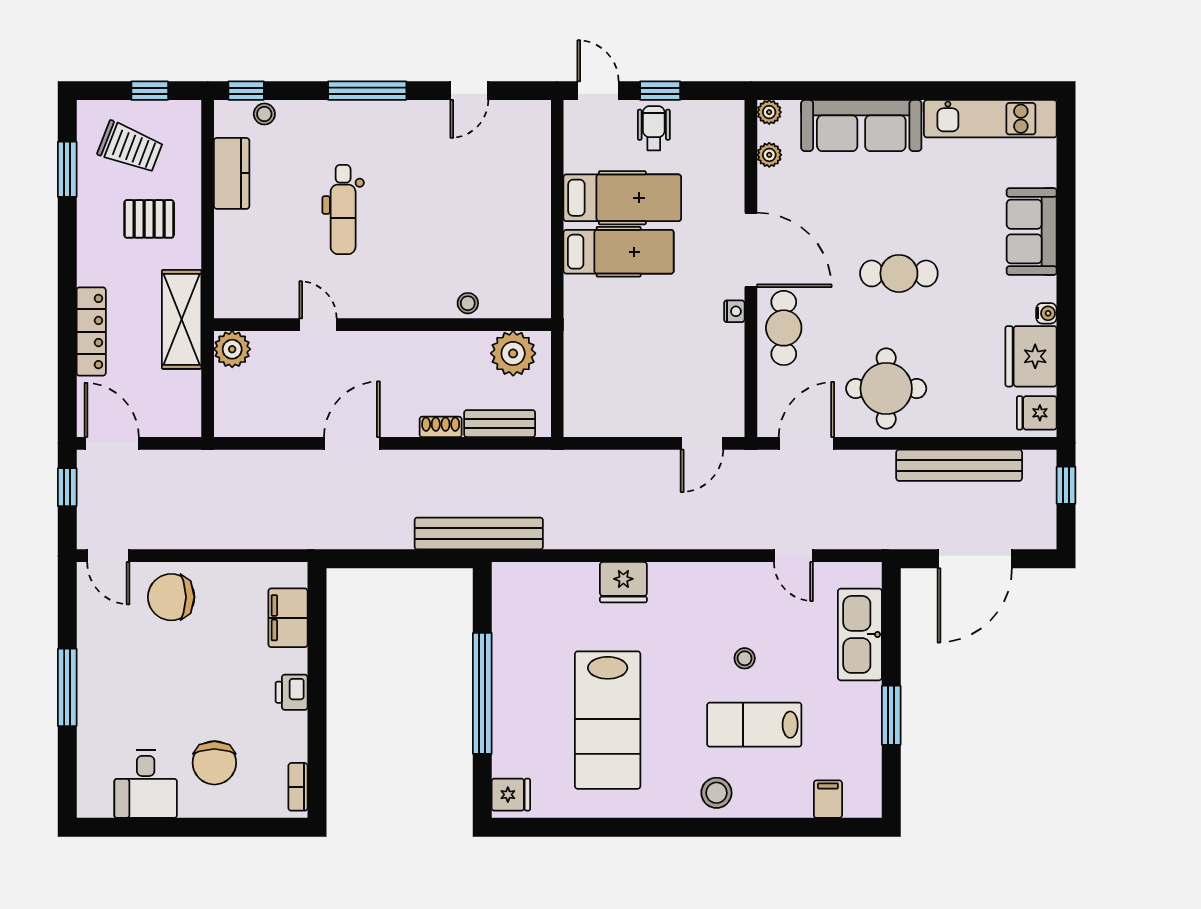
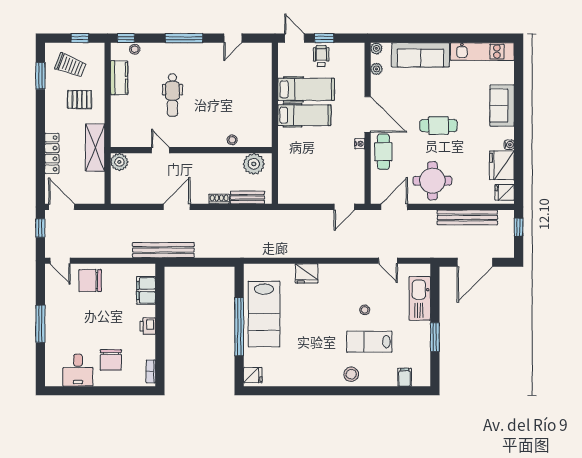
bench: (479, 534) -> (163, 250), moved
lab bench: (608, 720) -> (264, 314), moved

